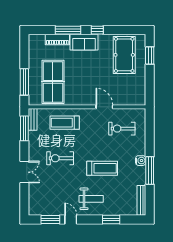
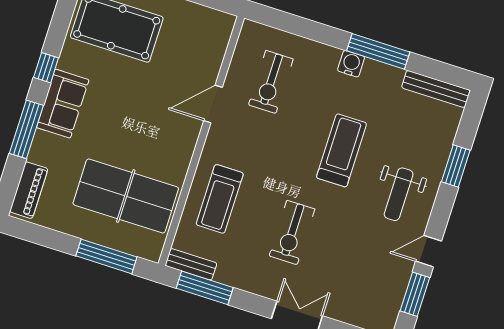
piano: (57, 39) -> (29, 190), moved
weight bench: (91, 199) -> (399, 194), turned 180

